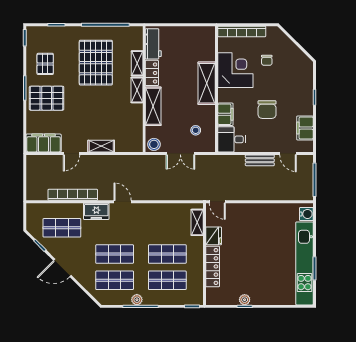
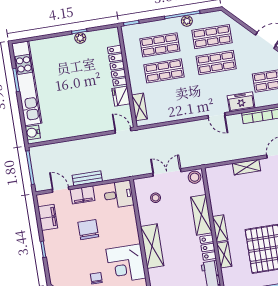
filing cabinet: (225, 114) -> (83, 195), moved, turned -90

